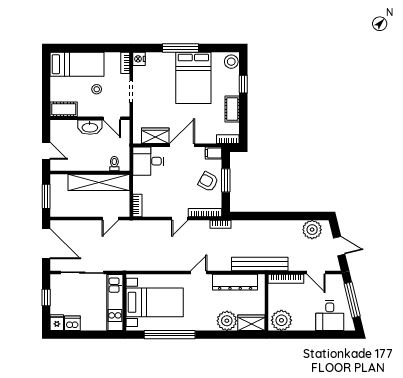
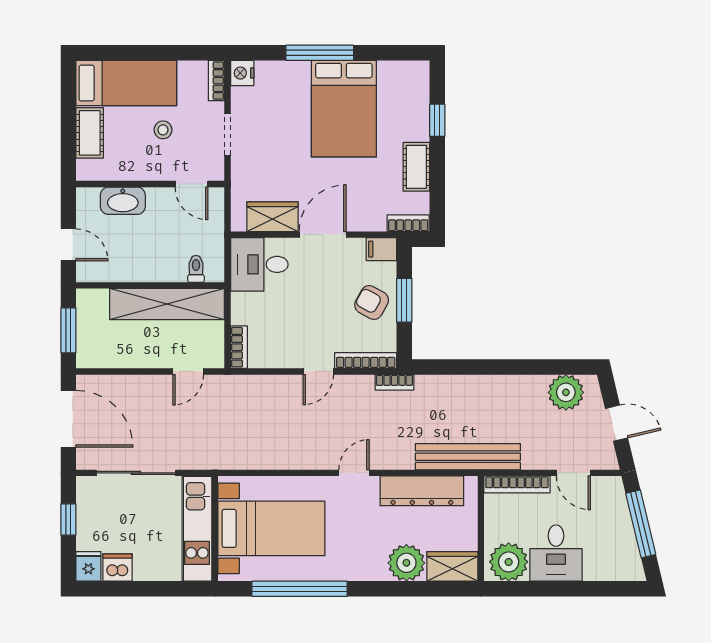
stool: (231, 62) -> (415, 78), removed
cot: (64, 109) -> (90, 133), moved, turned 90
washbasin: (90, 127) -> (123, 201), moved
desk: (330, 316) -> (556, 553), moved

